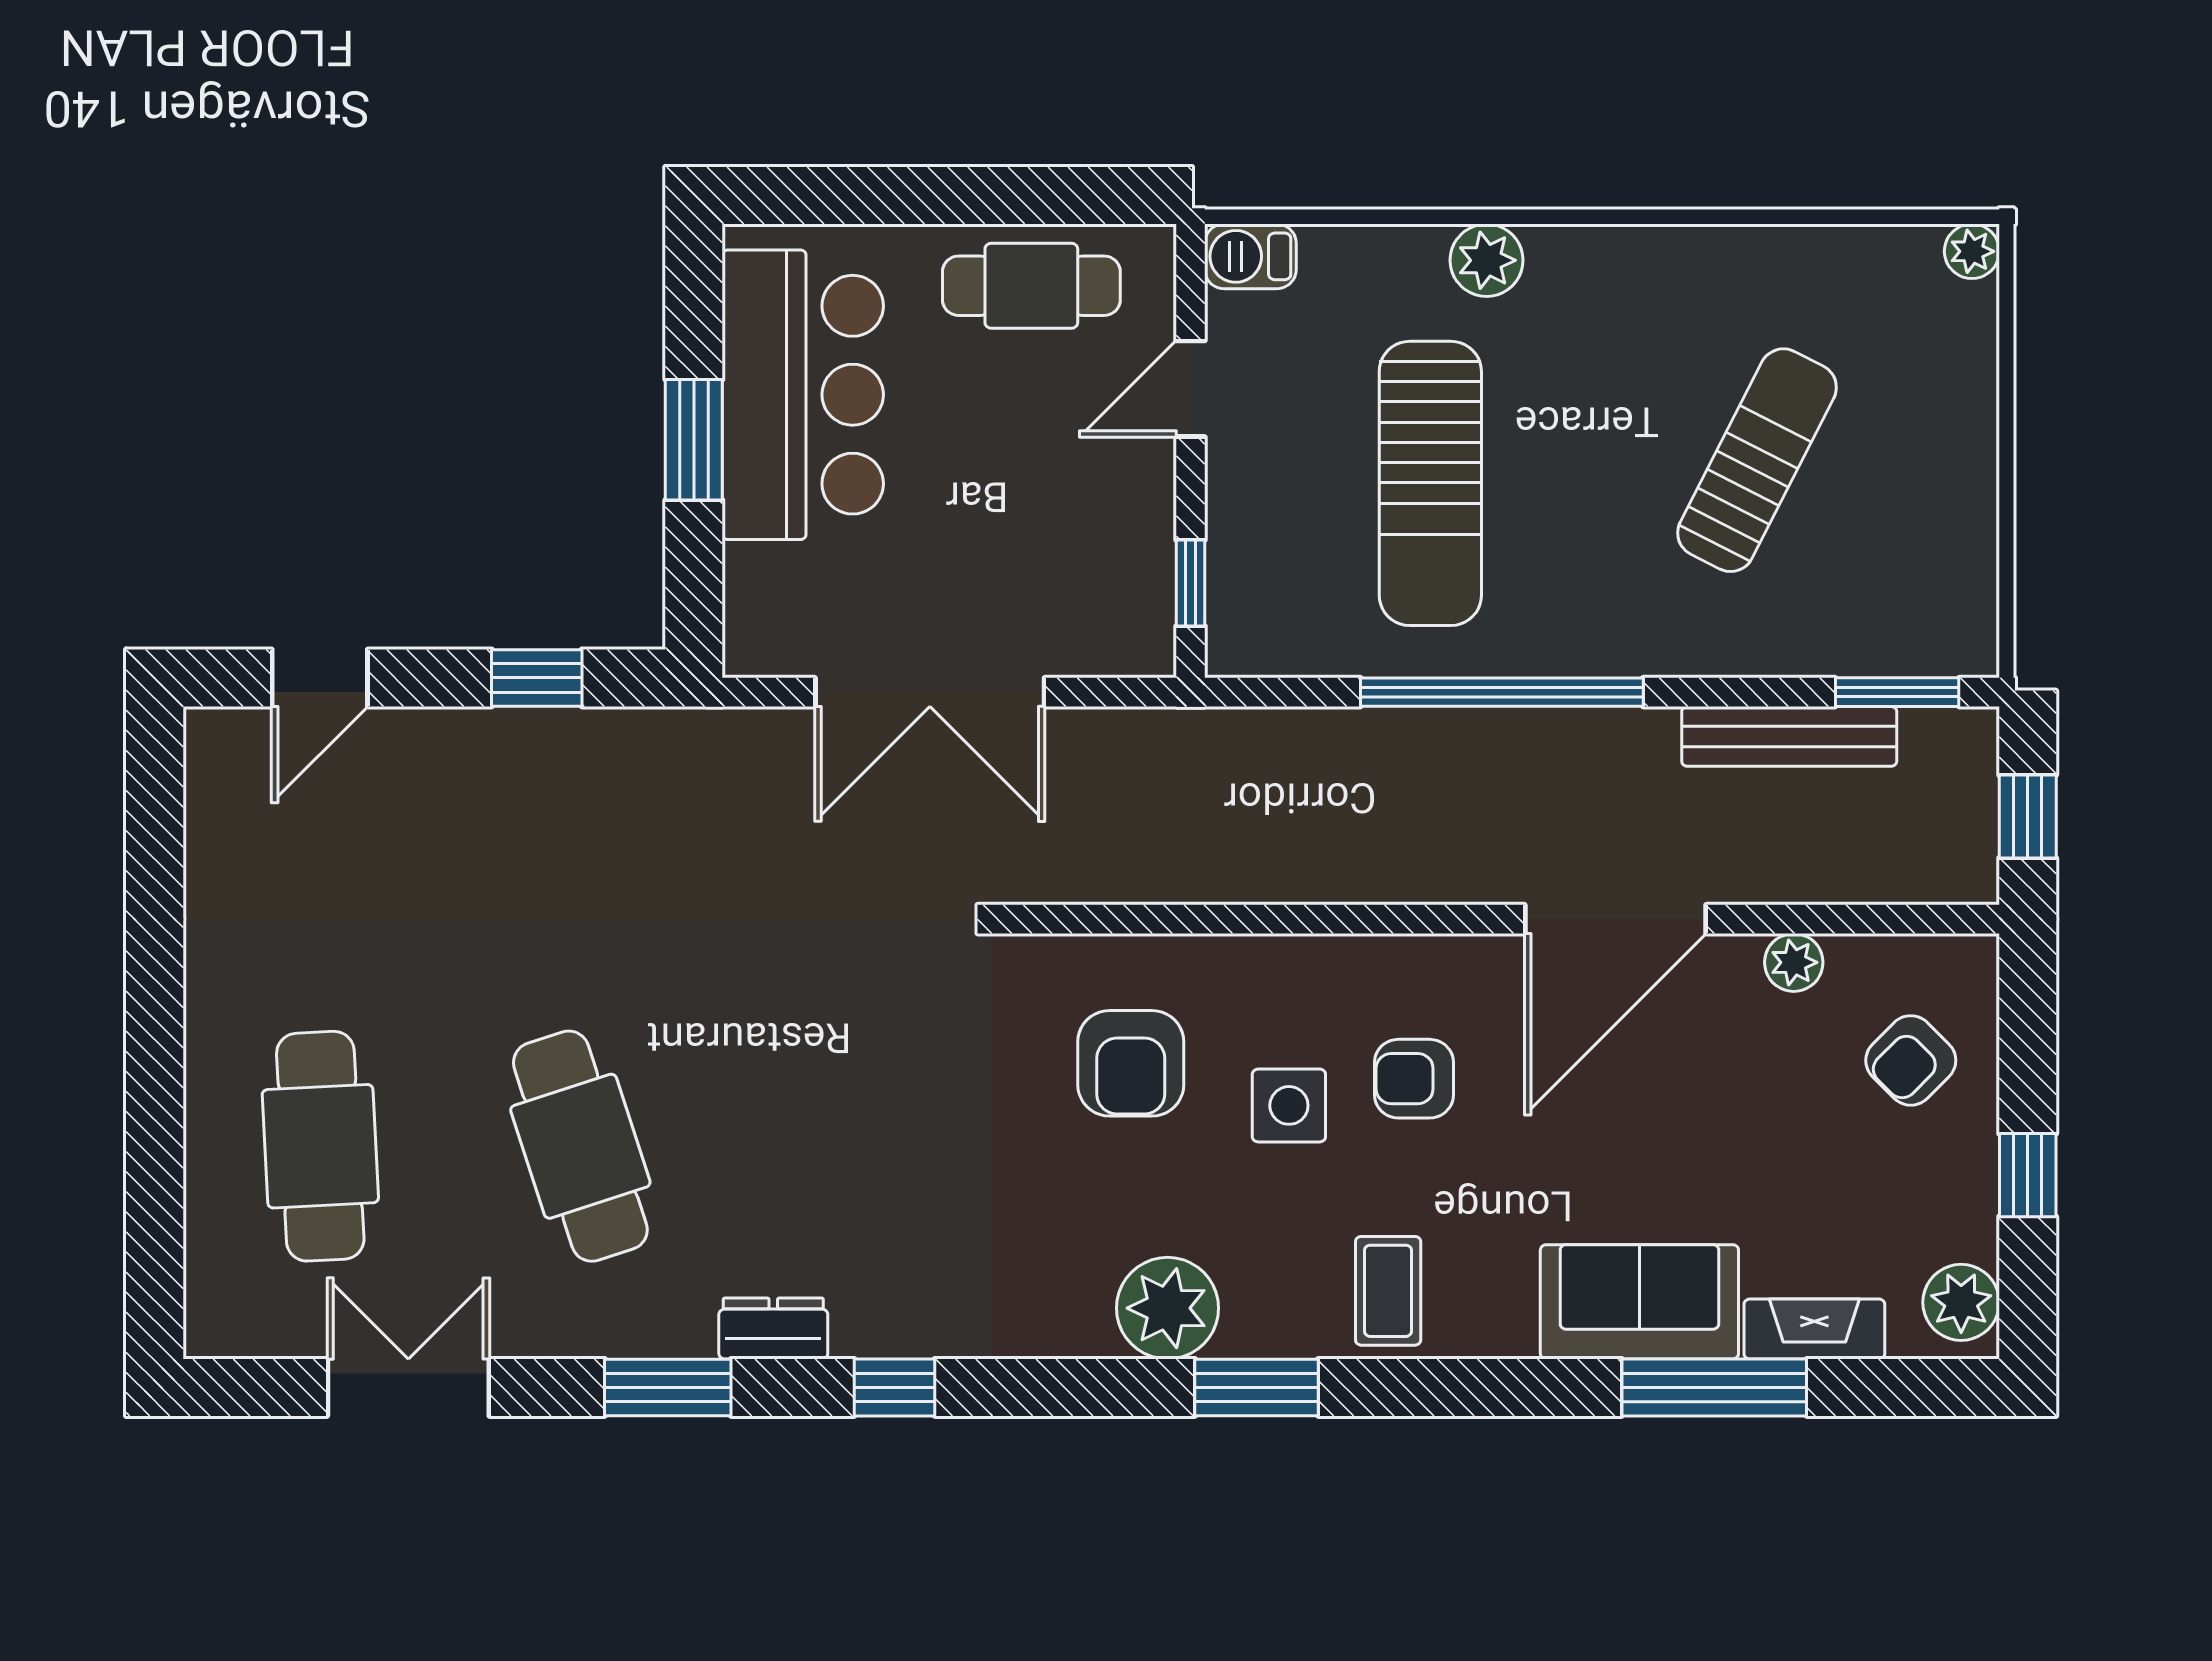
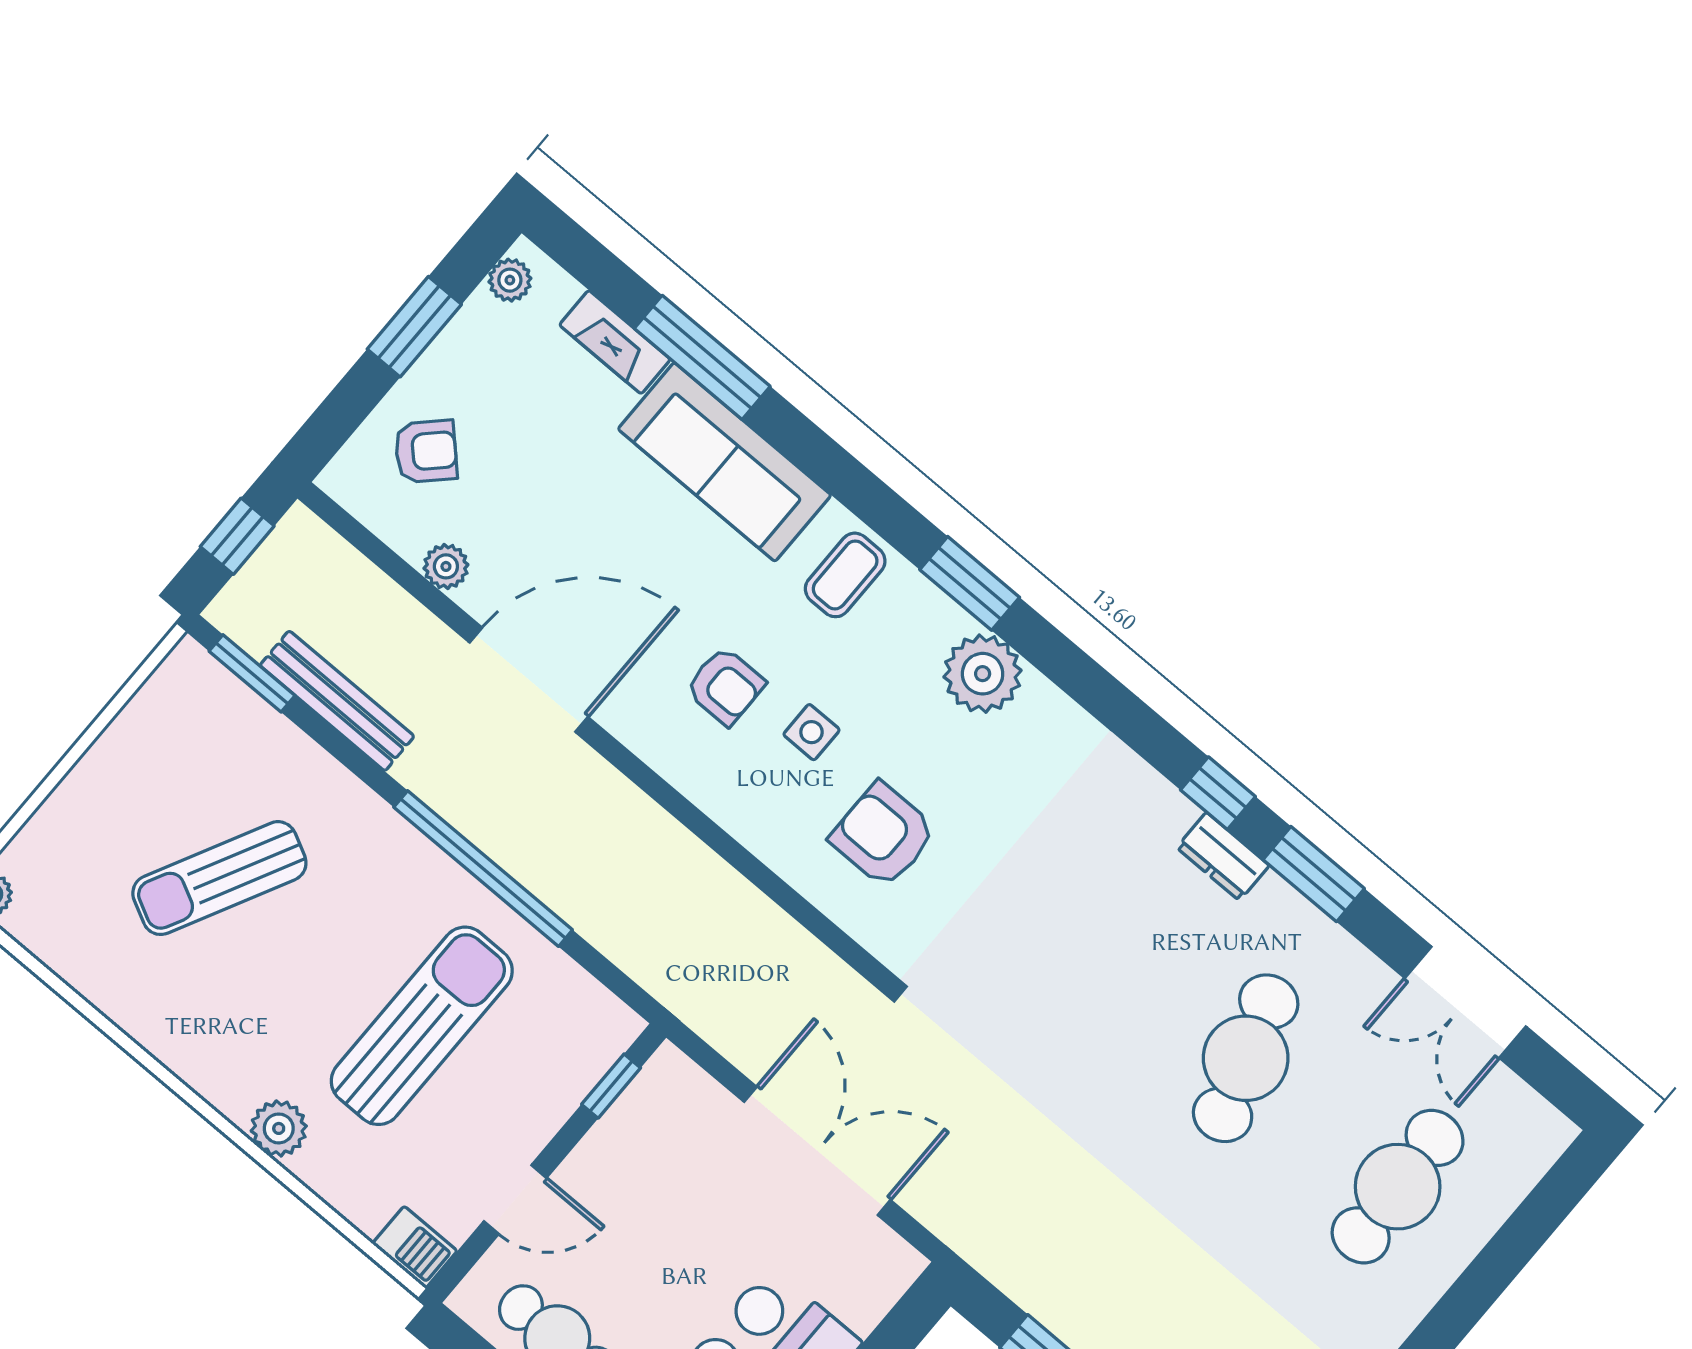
armchair: (1131, 1063) -> (883, 835), turned -90
side table: (1289, 1105) -> (812, 732), width x0.73, depth x0.73
window: (2028, 1175) -> (414, 327), width x1.50
sofa: (1639, 1302) -> (725, 462), width x1.36
plant: (1961, 1302) -> (510, 280), width x0.73, depth x0.73
window: (894, 1387) -> (1218, 793), moved

